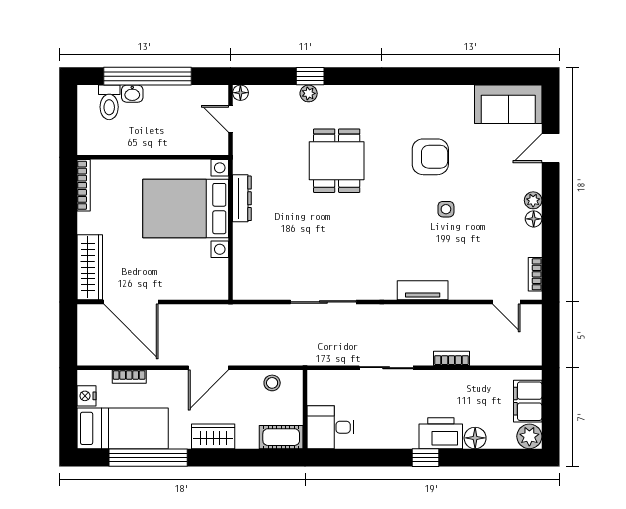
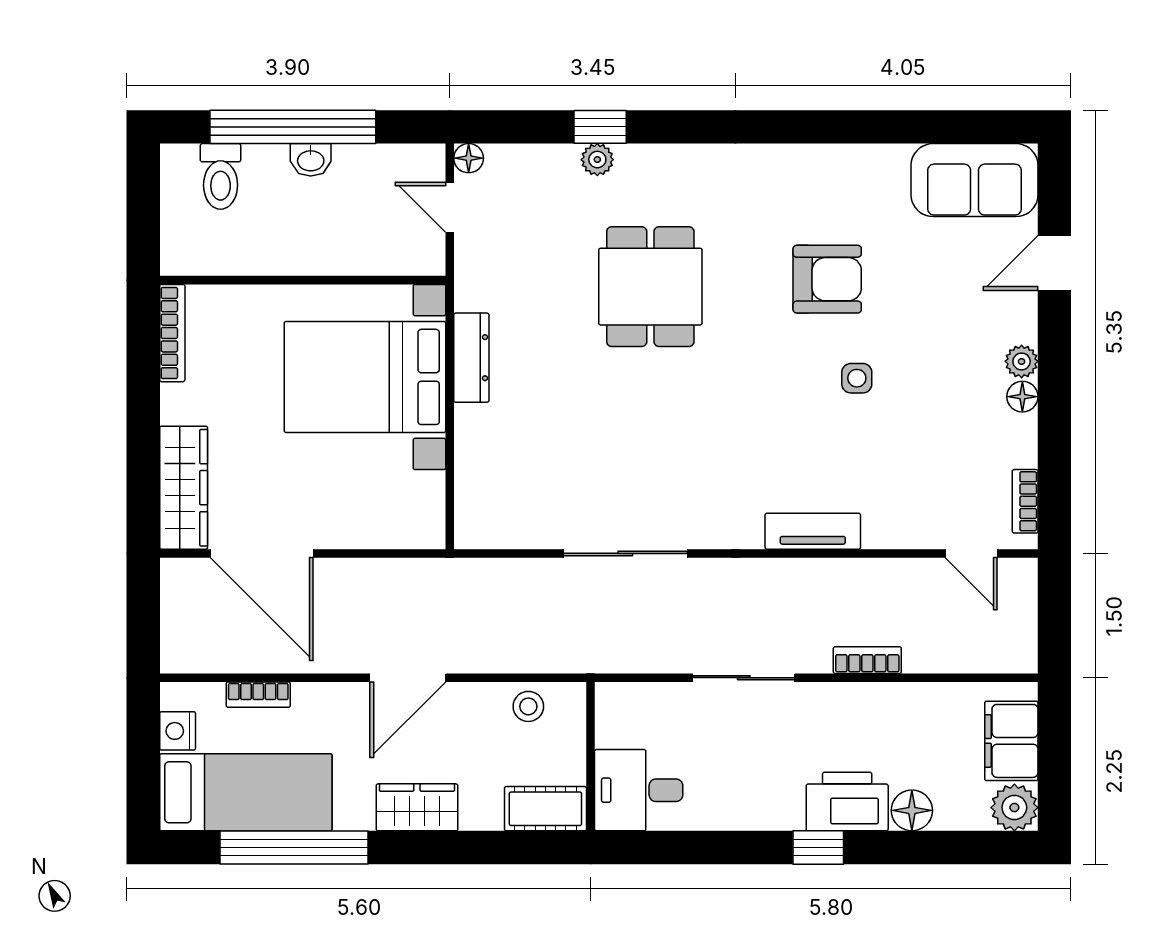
washbasin: (132, 94) -> (311, 160), moved

